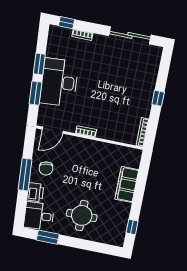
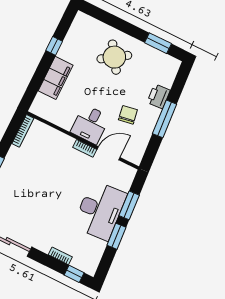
door: (53, 130) -> (109, 153), moved
chair: (46, 168) -> (128, 115), moved
round table: (82, 215) -> (114, 57), turned -34
desk: (39, 216) -> (90, 124), moved, turned 94
window: (132, 227) -> (54, 46), moved

